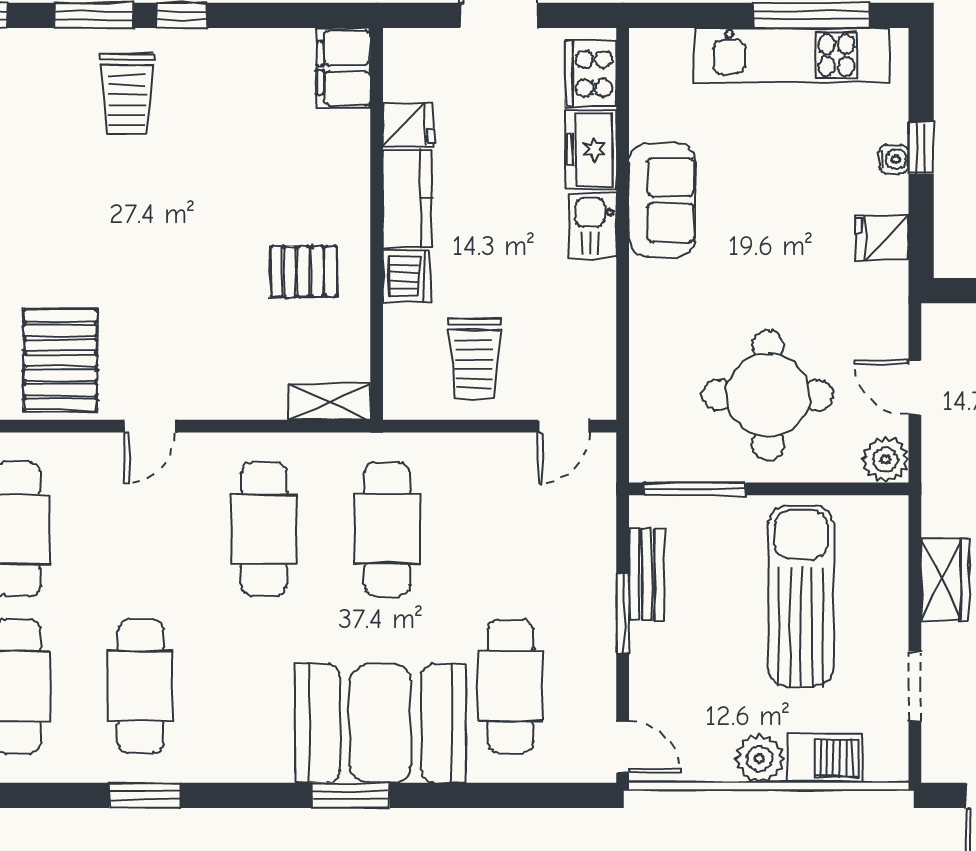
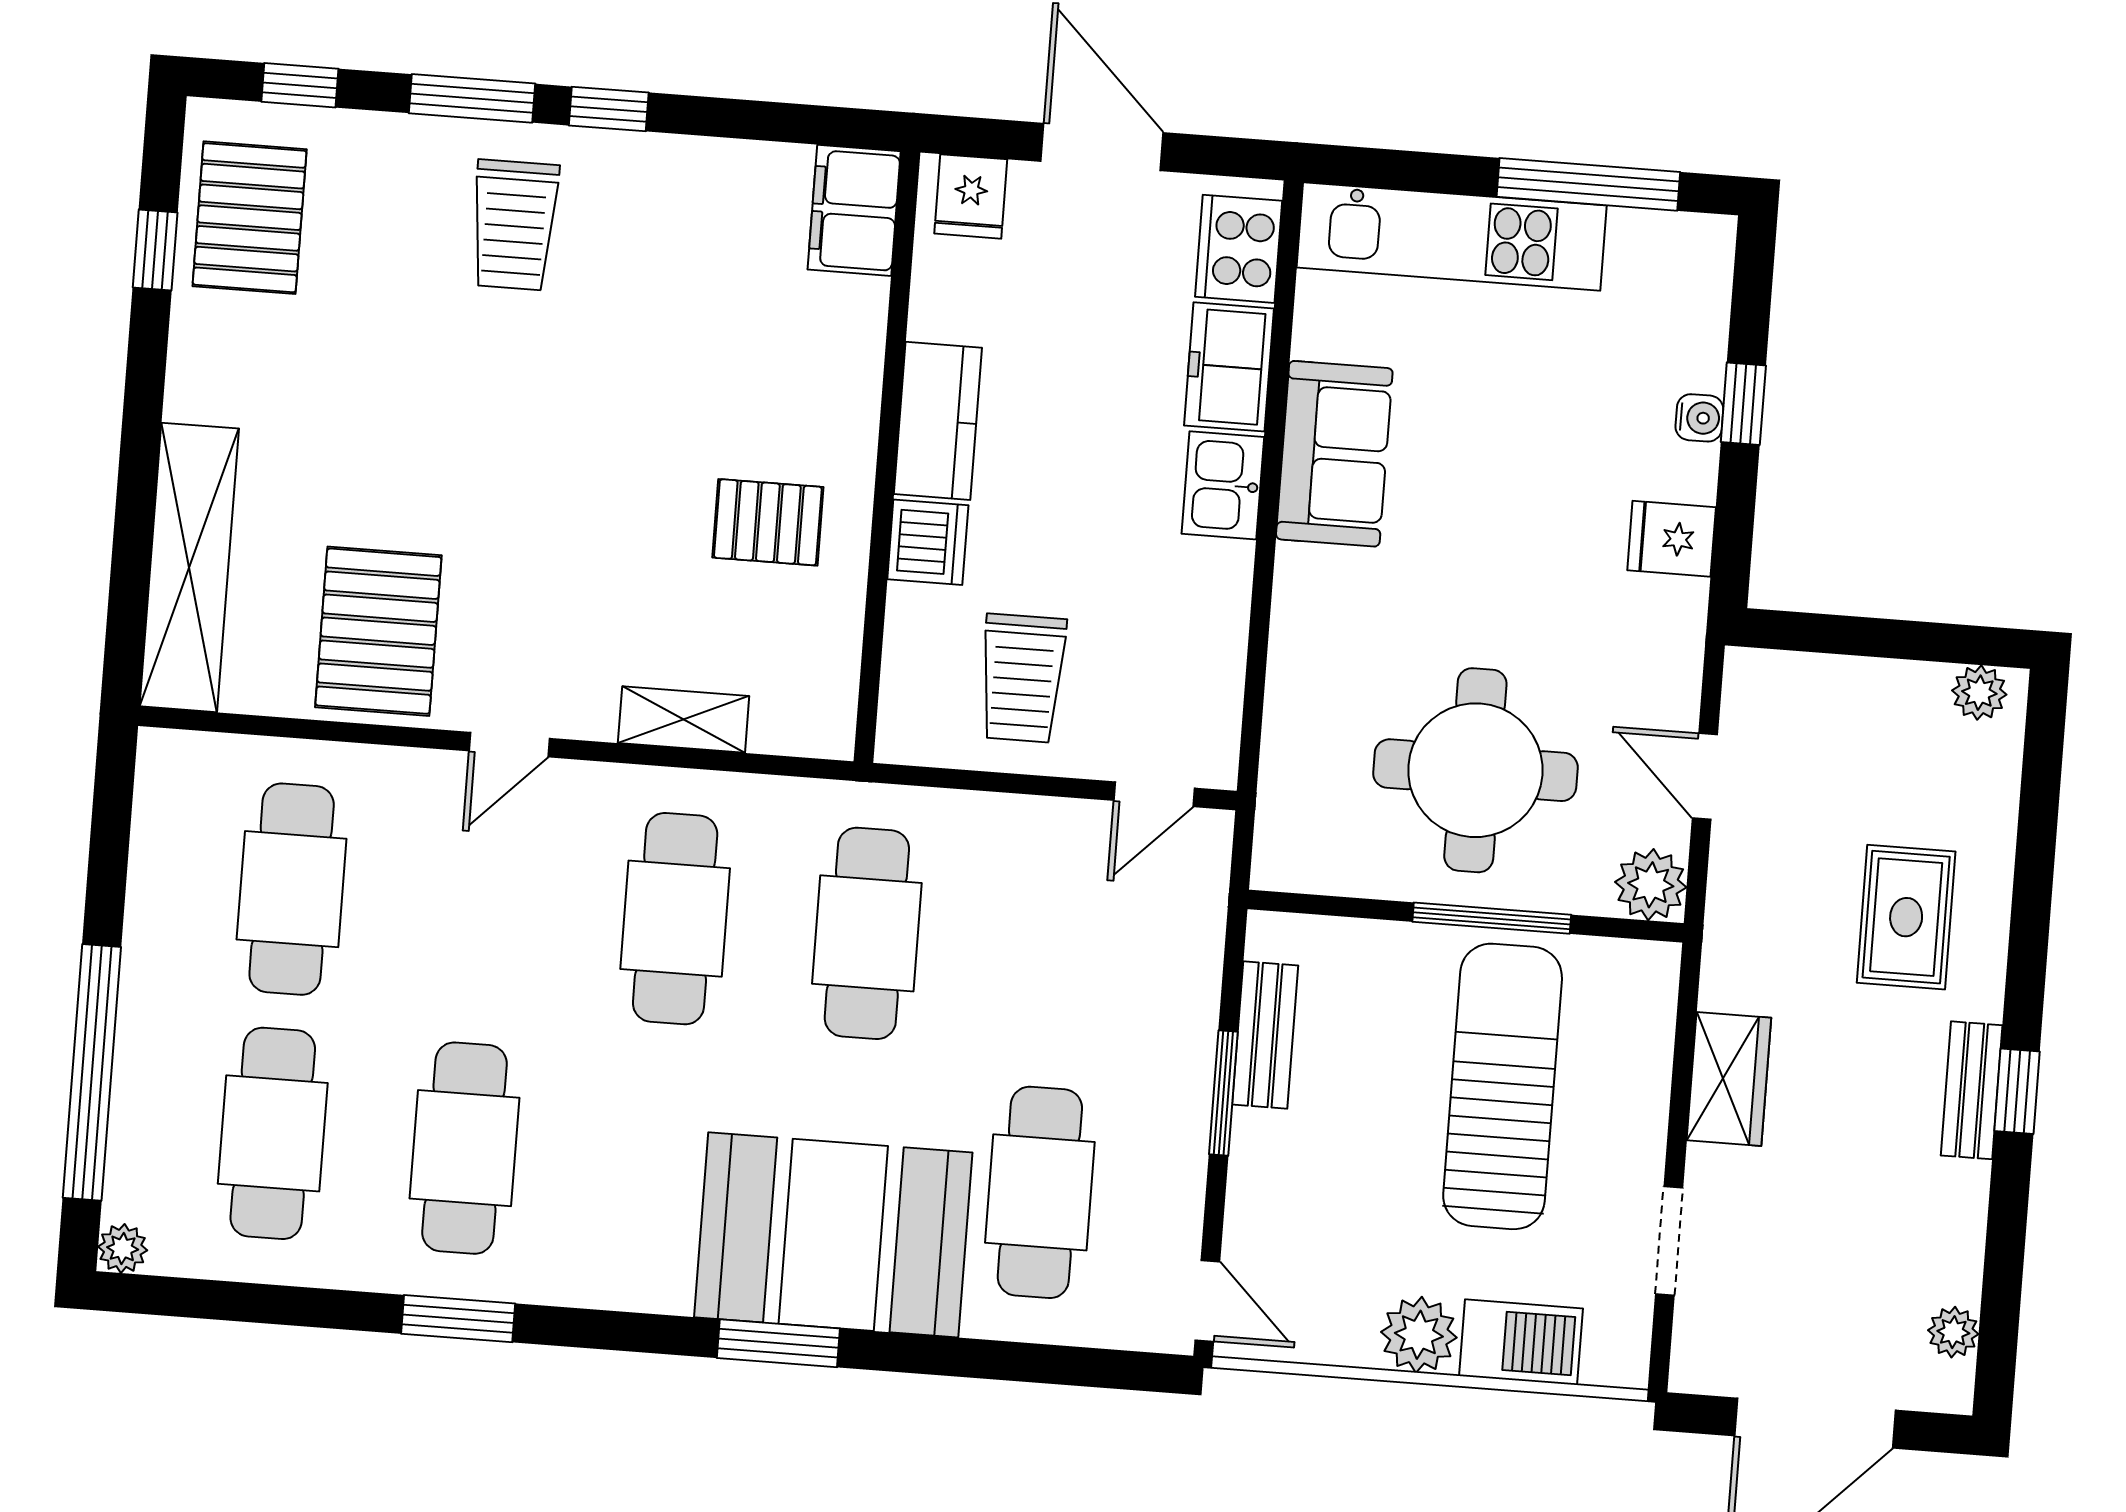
kitchen unit: (791, 55) -> (1452, 236), moved
fridge: (408, 125) -> (971, 196), moved, turned 90
shelving: (330, 402) -> (684, 720), moved
window: (695, 489) -> (1492, 918), moved

